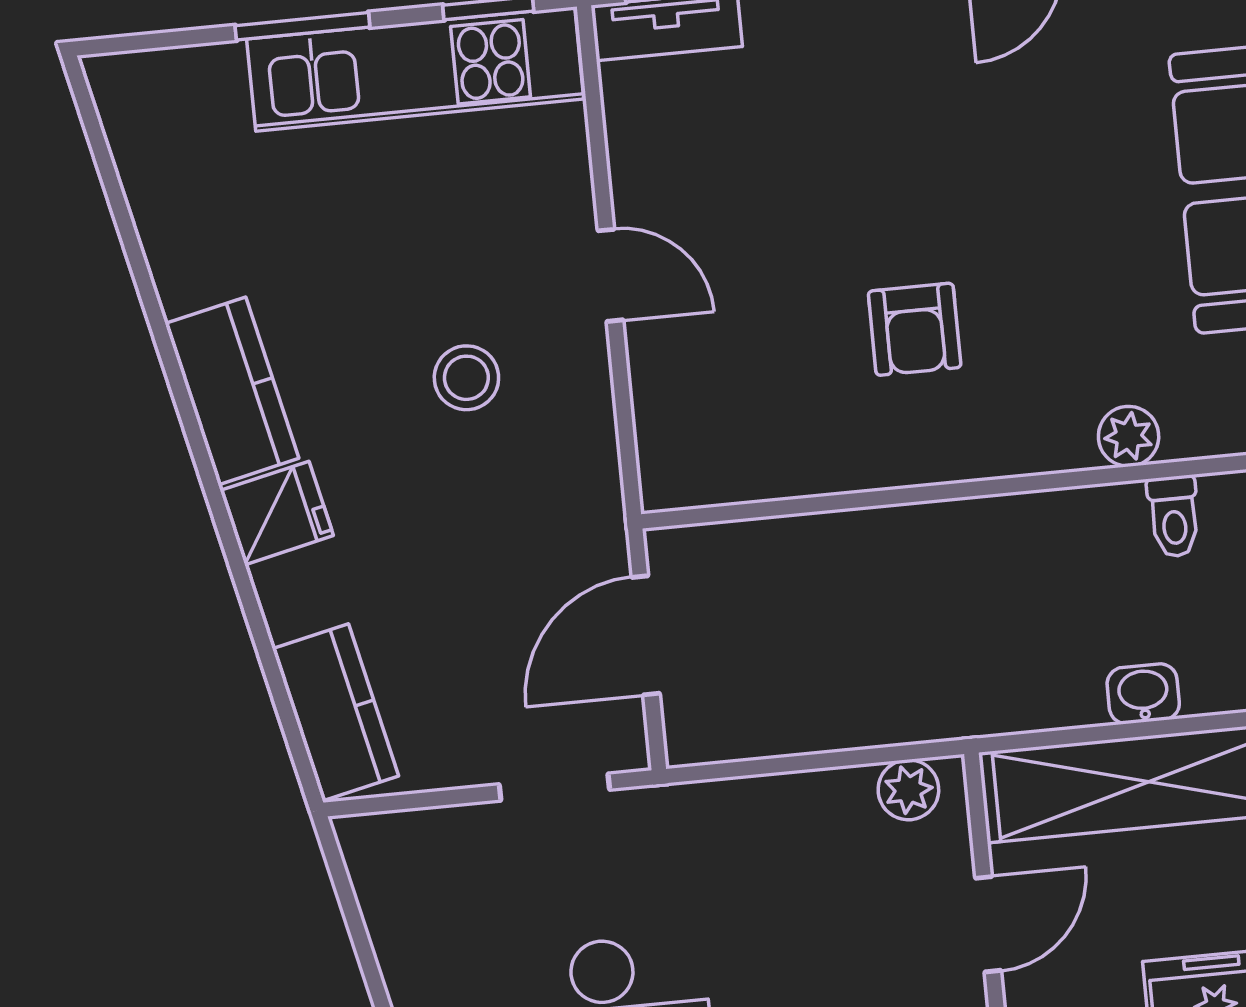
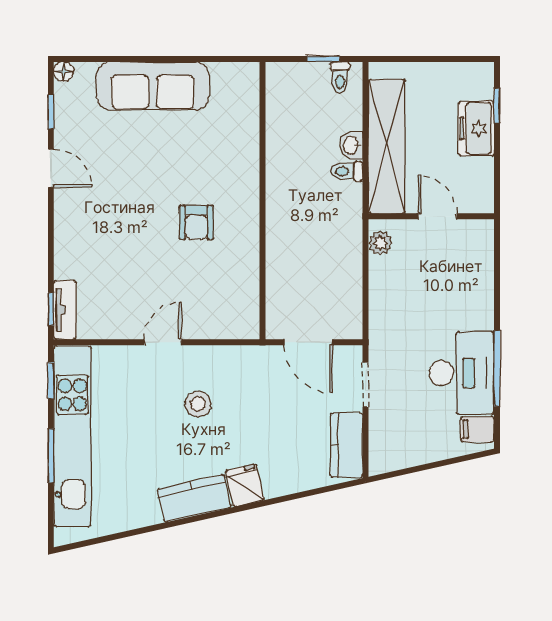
kitchen unit: (415, 69) -> (72, 436), width x1.36
armchair: (915, 329) -> (196, 222), turned 90
plant: (1129, 436) -> (248, 141), removed
toilet: (1174, 516) -> (347, 171), moved, turned 180
kitchen counter: (335, 712) -> (346, 445), moved, turned -77

